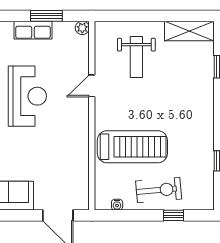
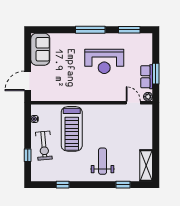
row of seats: (33, 30) -> (147, 77), moved
weight bench: (136, 57) -> (103, 161), moved, turned 90
door: (92, 86) -> (133, 103), moved

